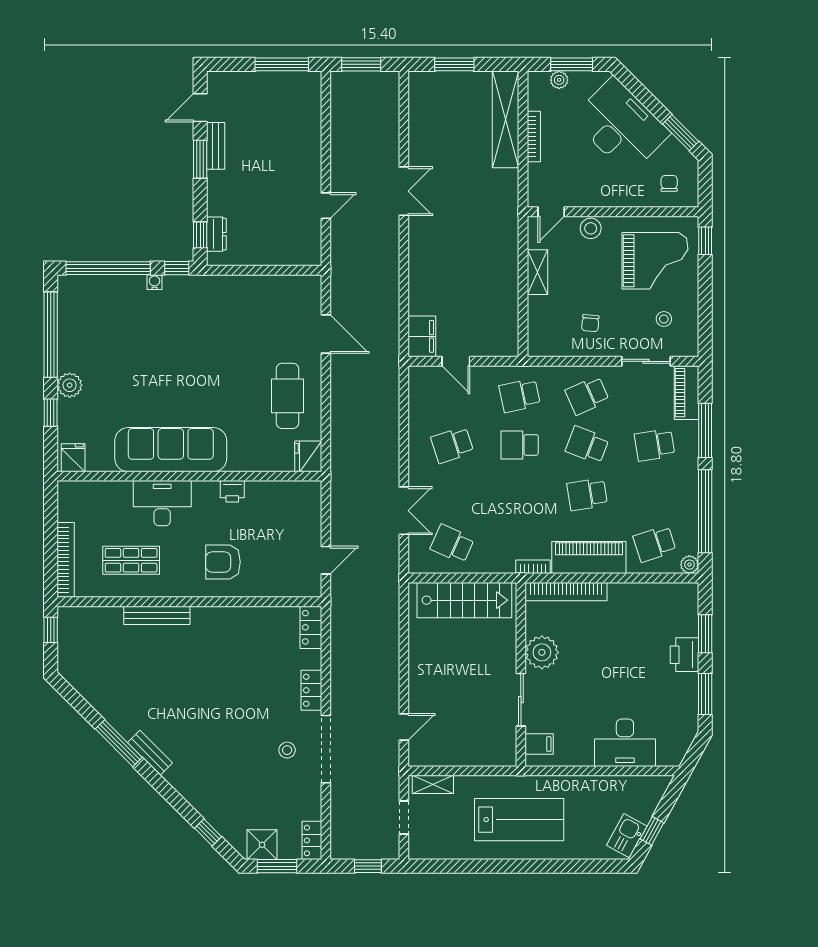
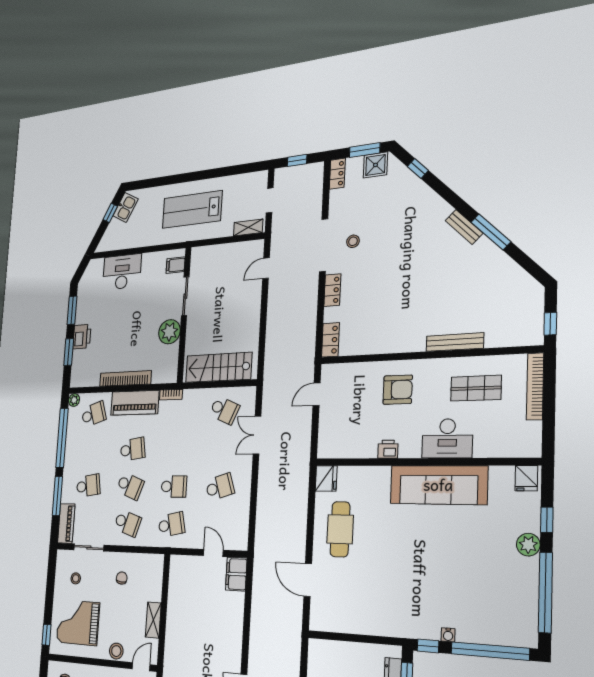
school desk: (587, 396) -> (128, 523), turned 42
bookcase: (566, 592) -> (125, 378), moved

